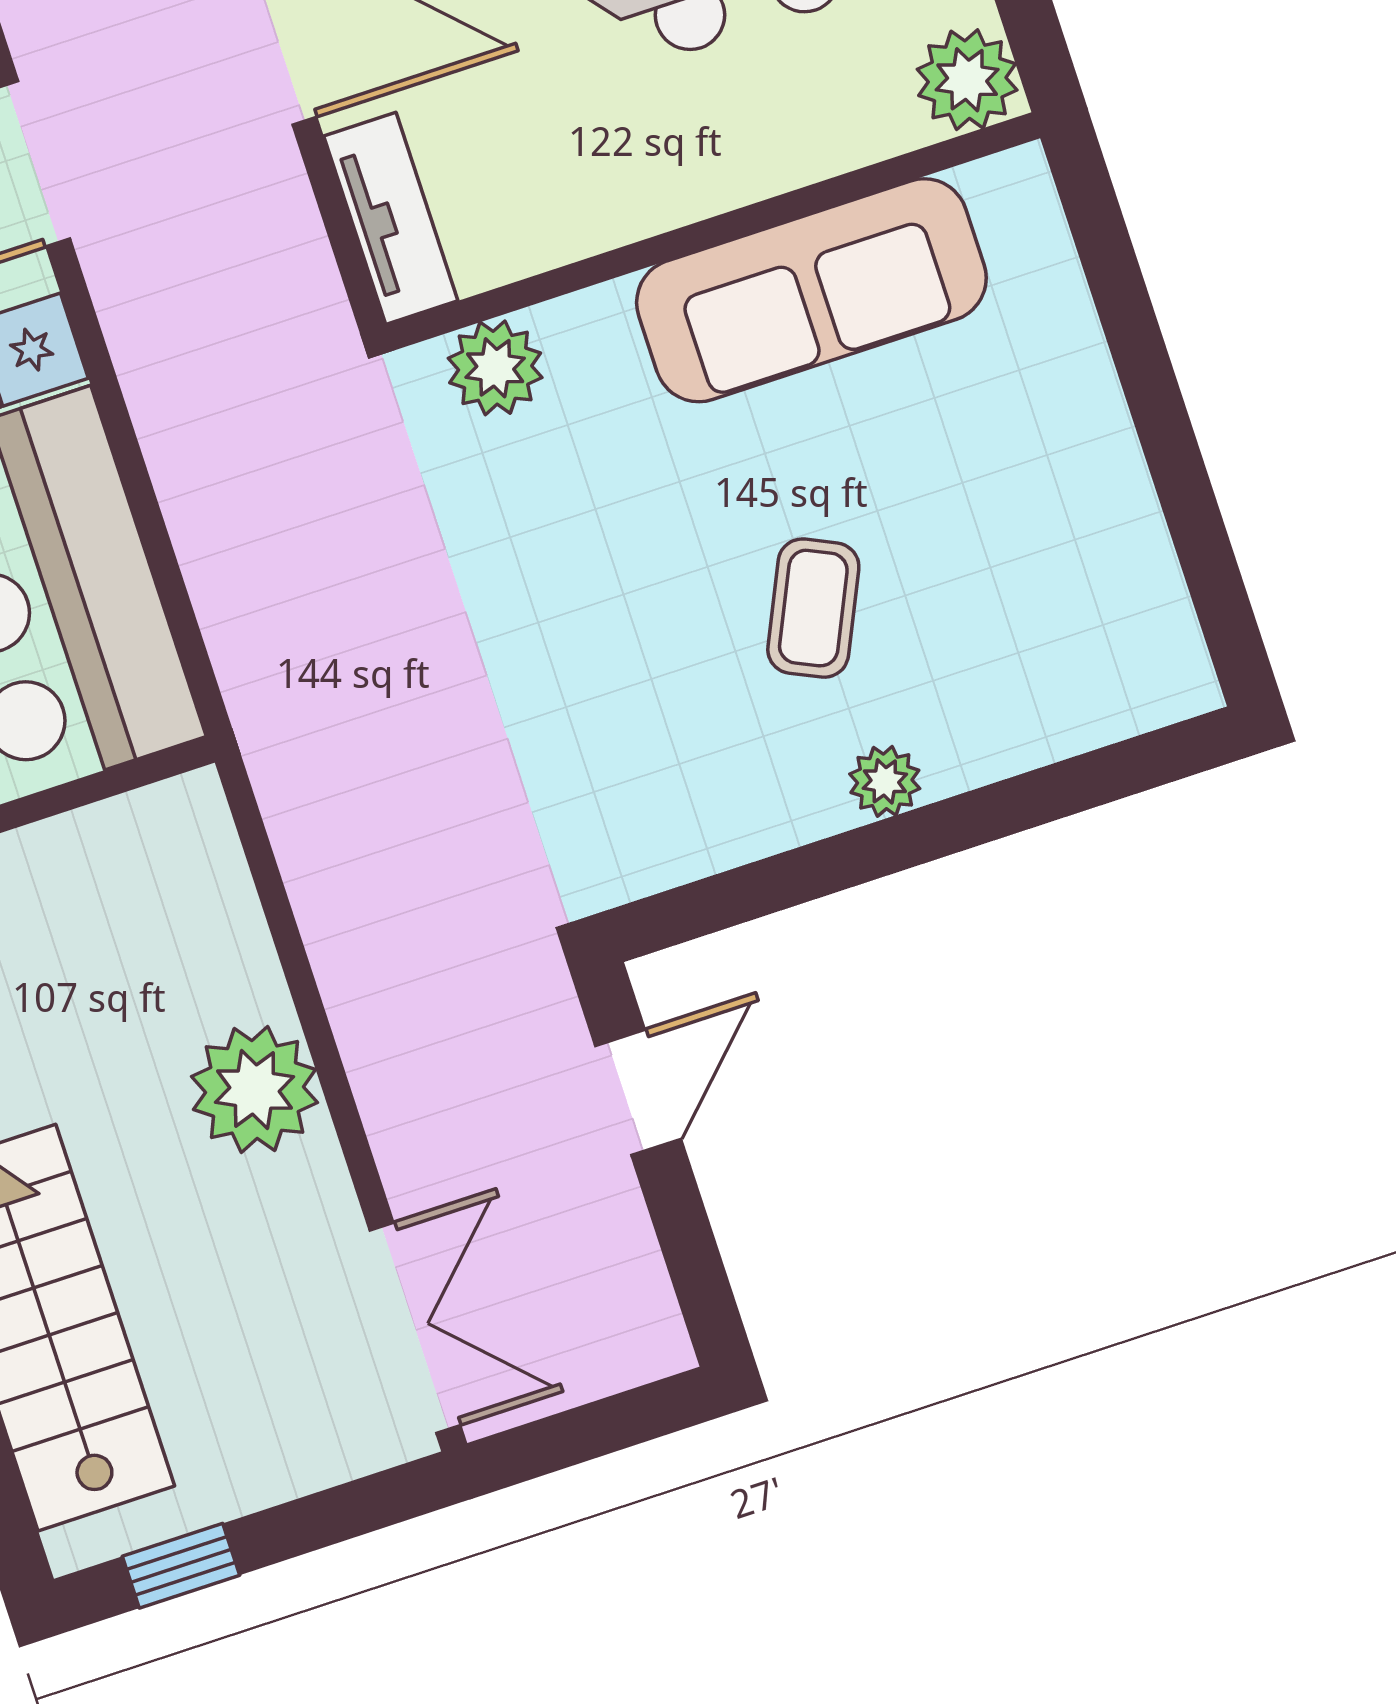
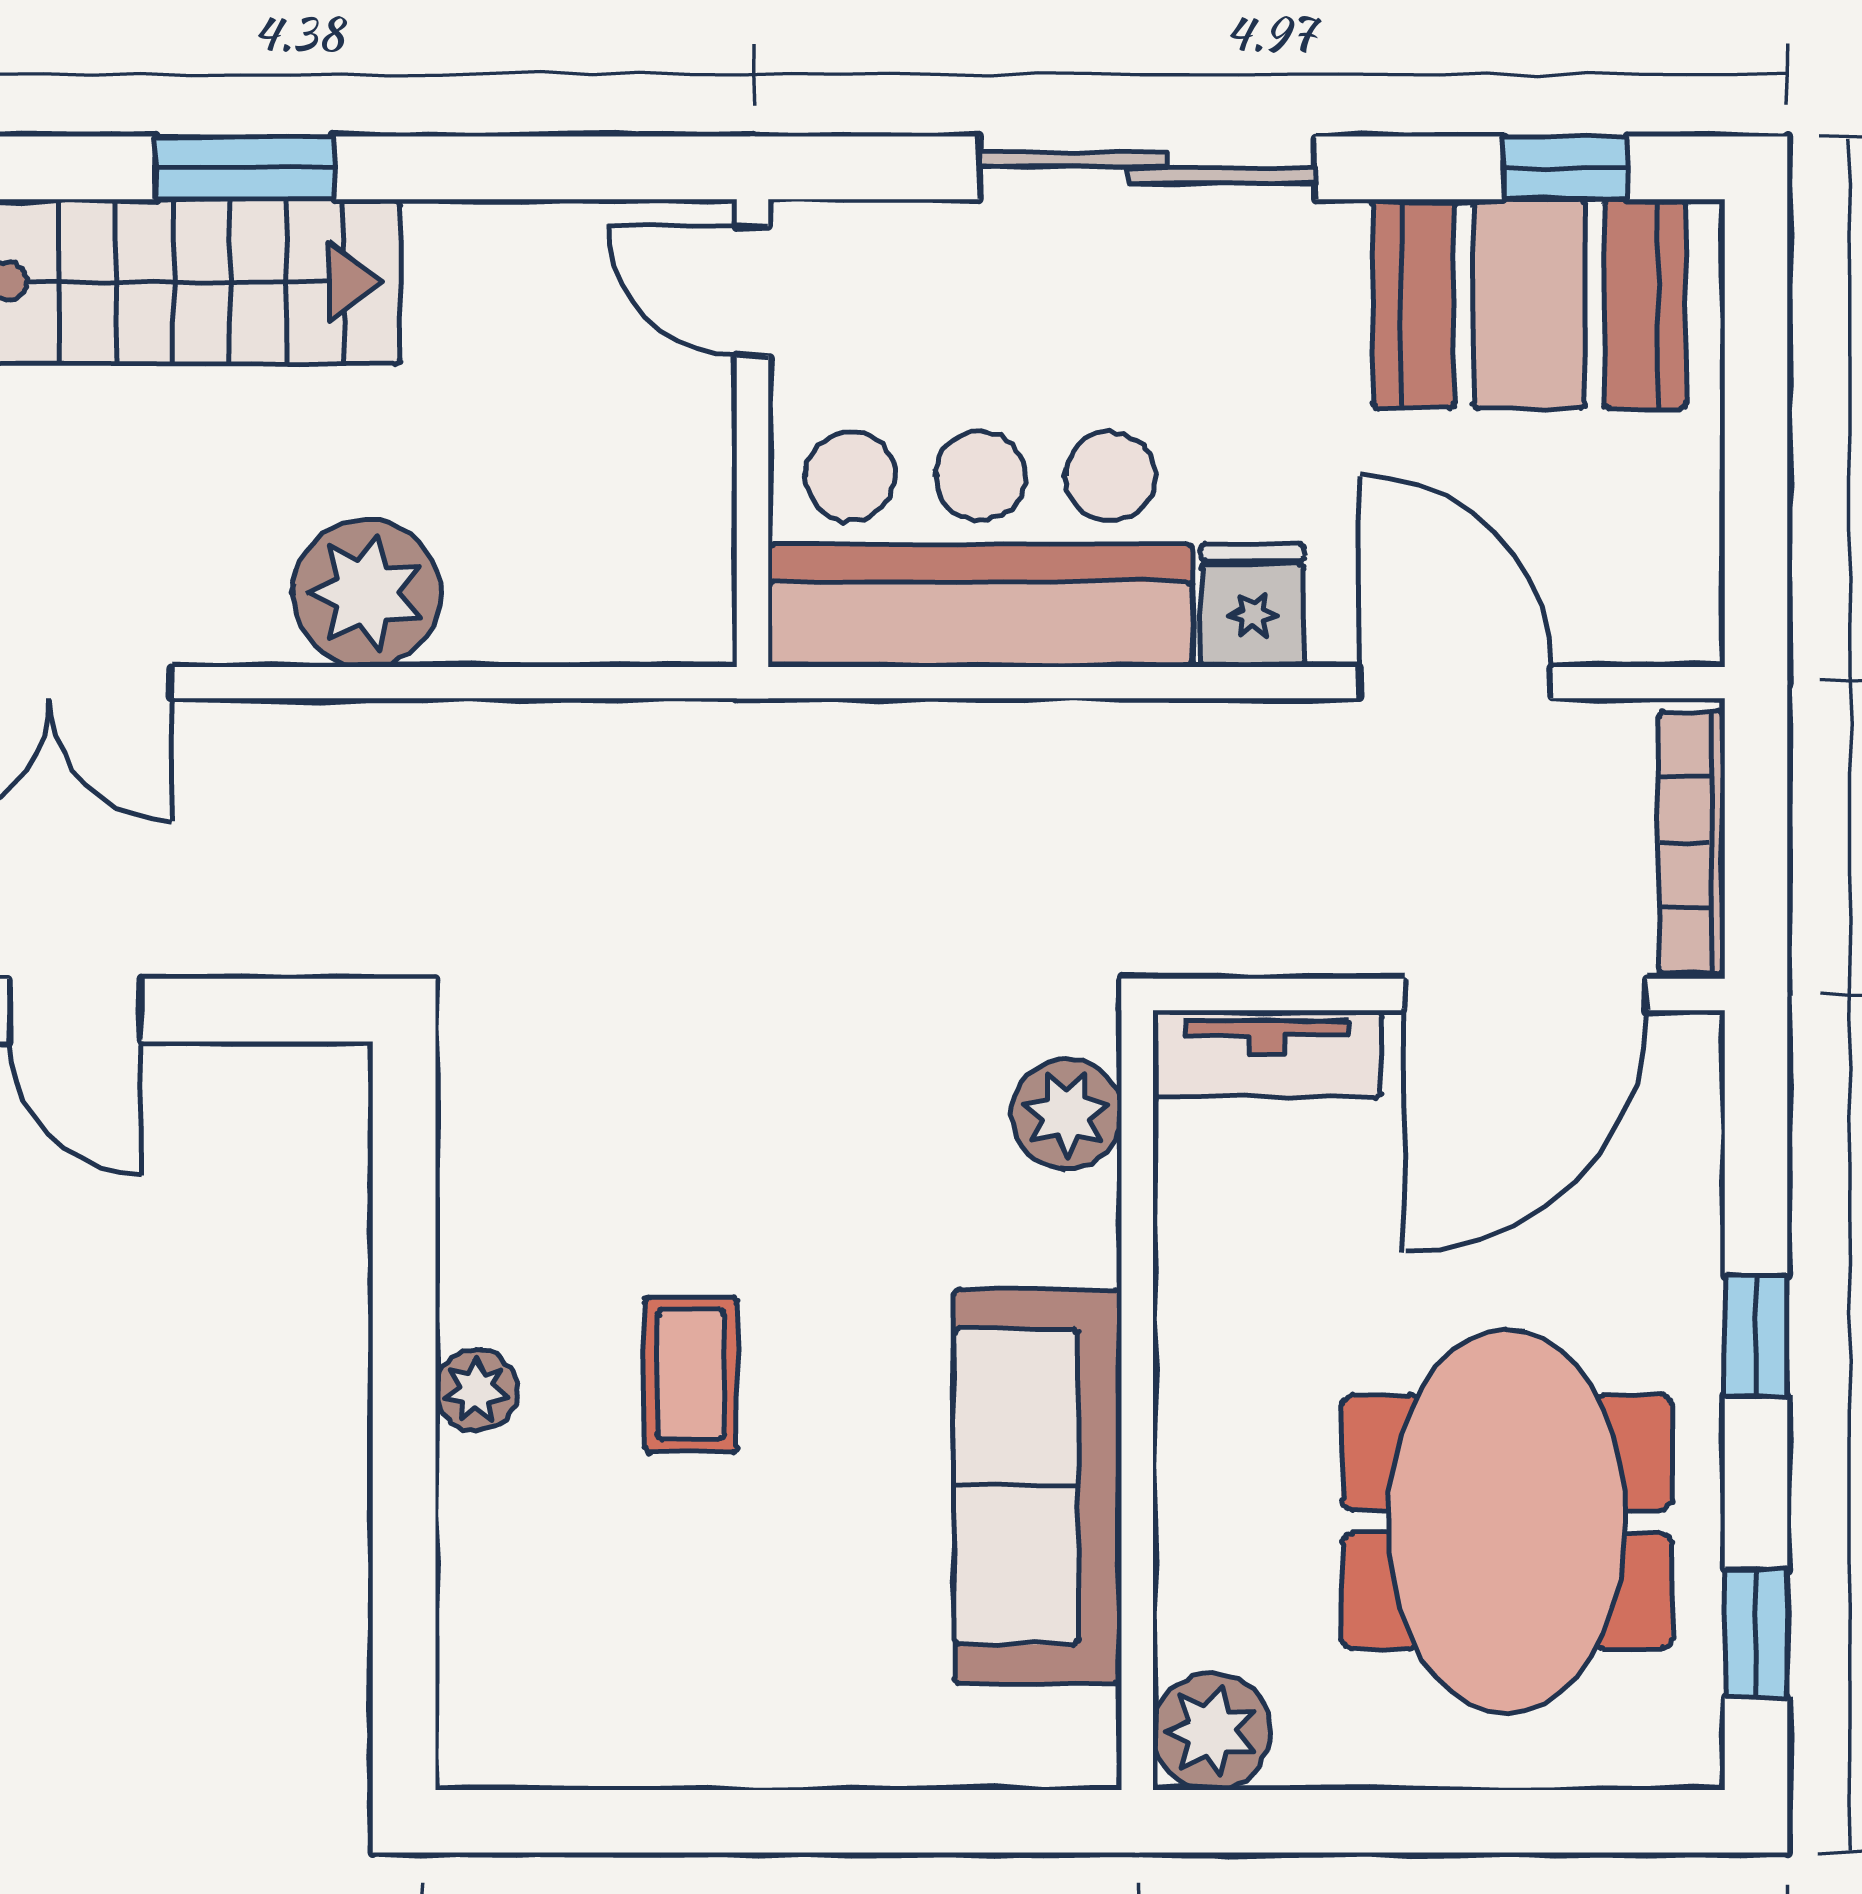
coffee table: (813, 608) -> (691, 1375), turned 65
door: (638, 1092) -> (75, 1010), moved

